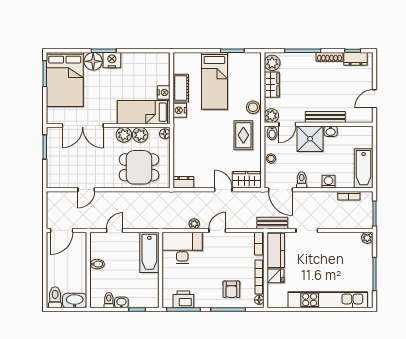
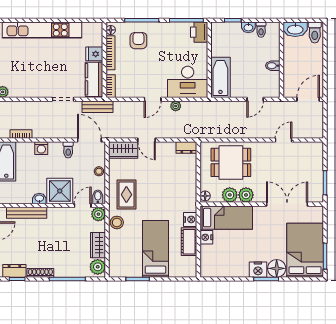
bench: (325, 117) -> (27, 213), moved
printer: (183, 299) -> (199, 32), moved, turned 90

